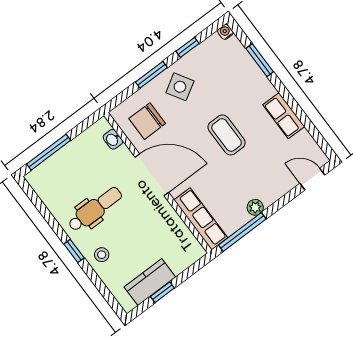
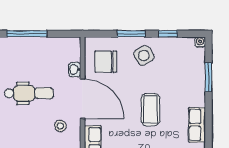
washbasin: (113, 139) -> (75, 70), moved
stool: (102, 255) -> (60, 126), moved

